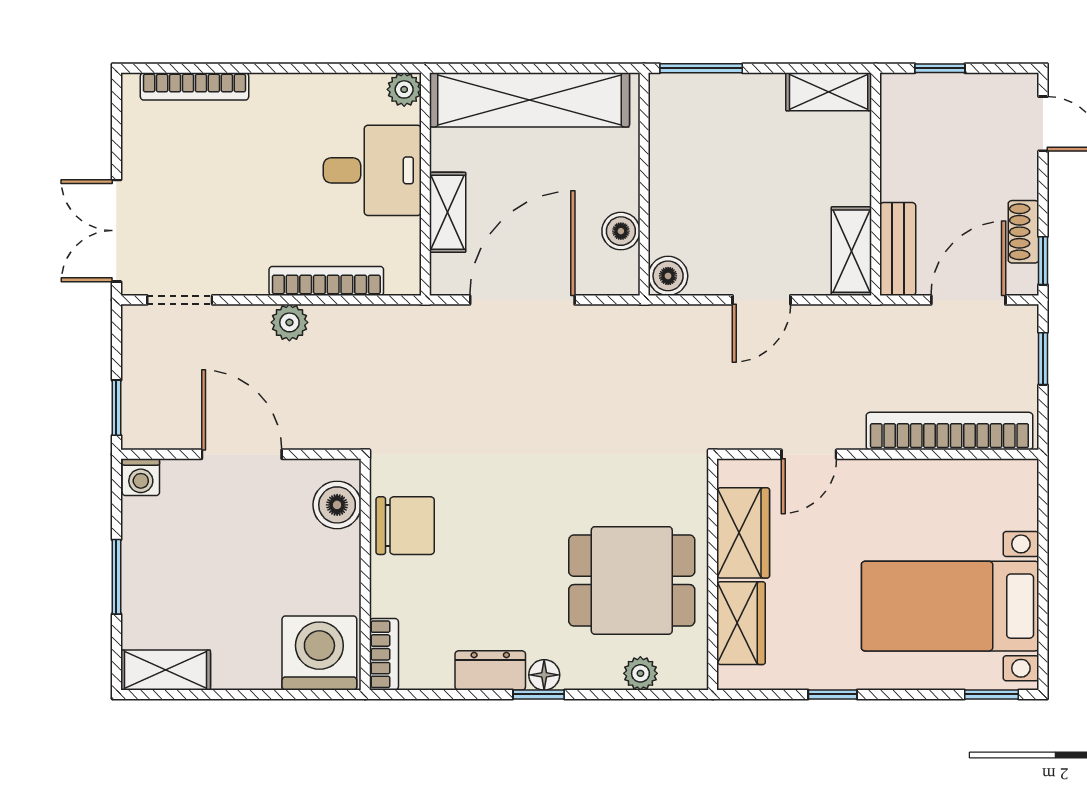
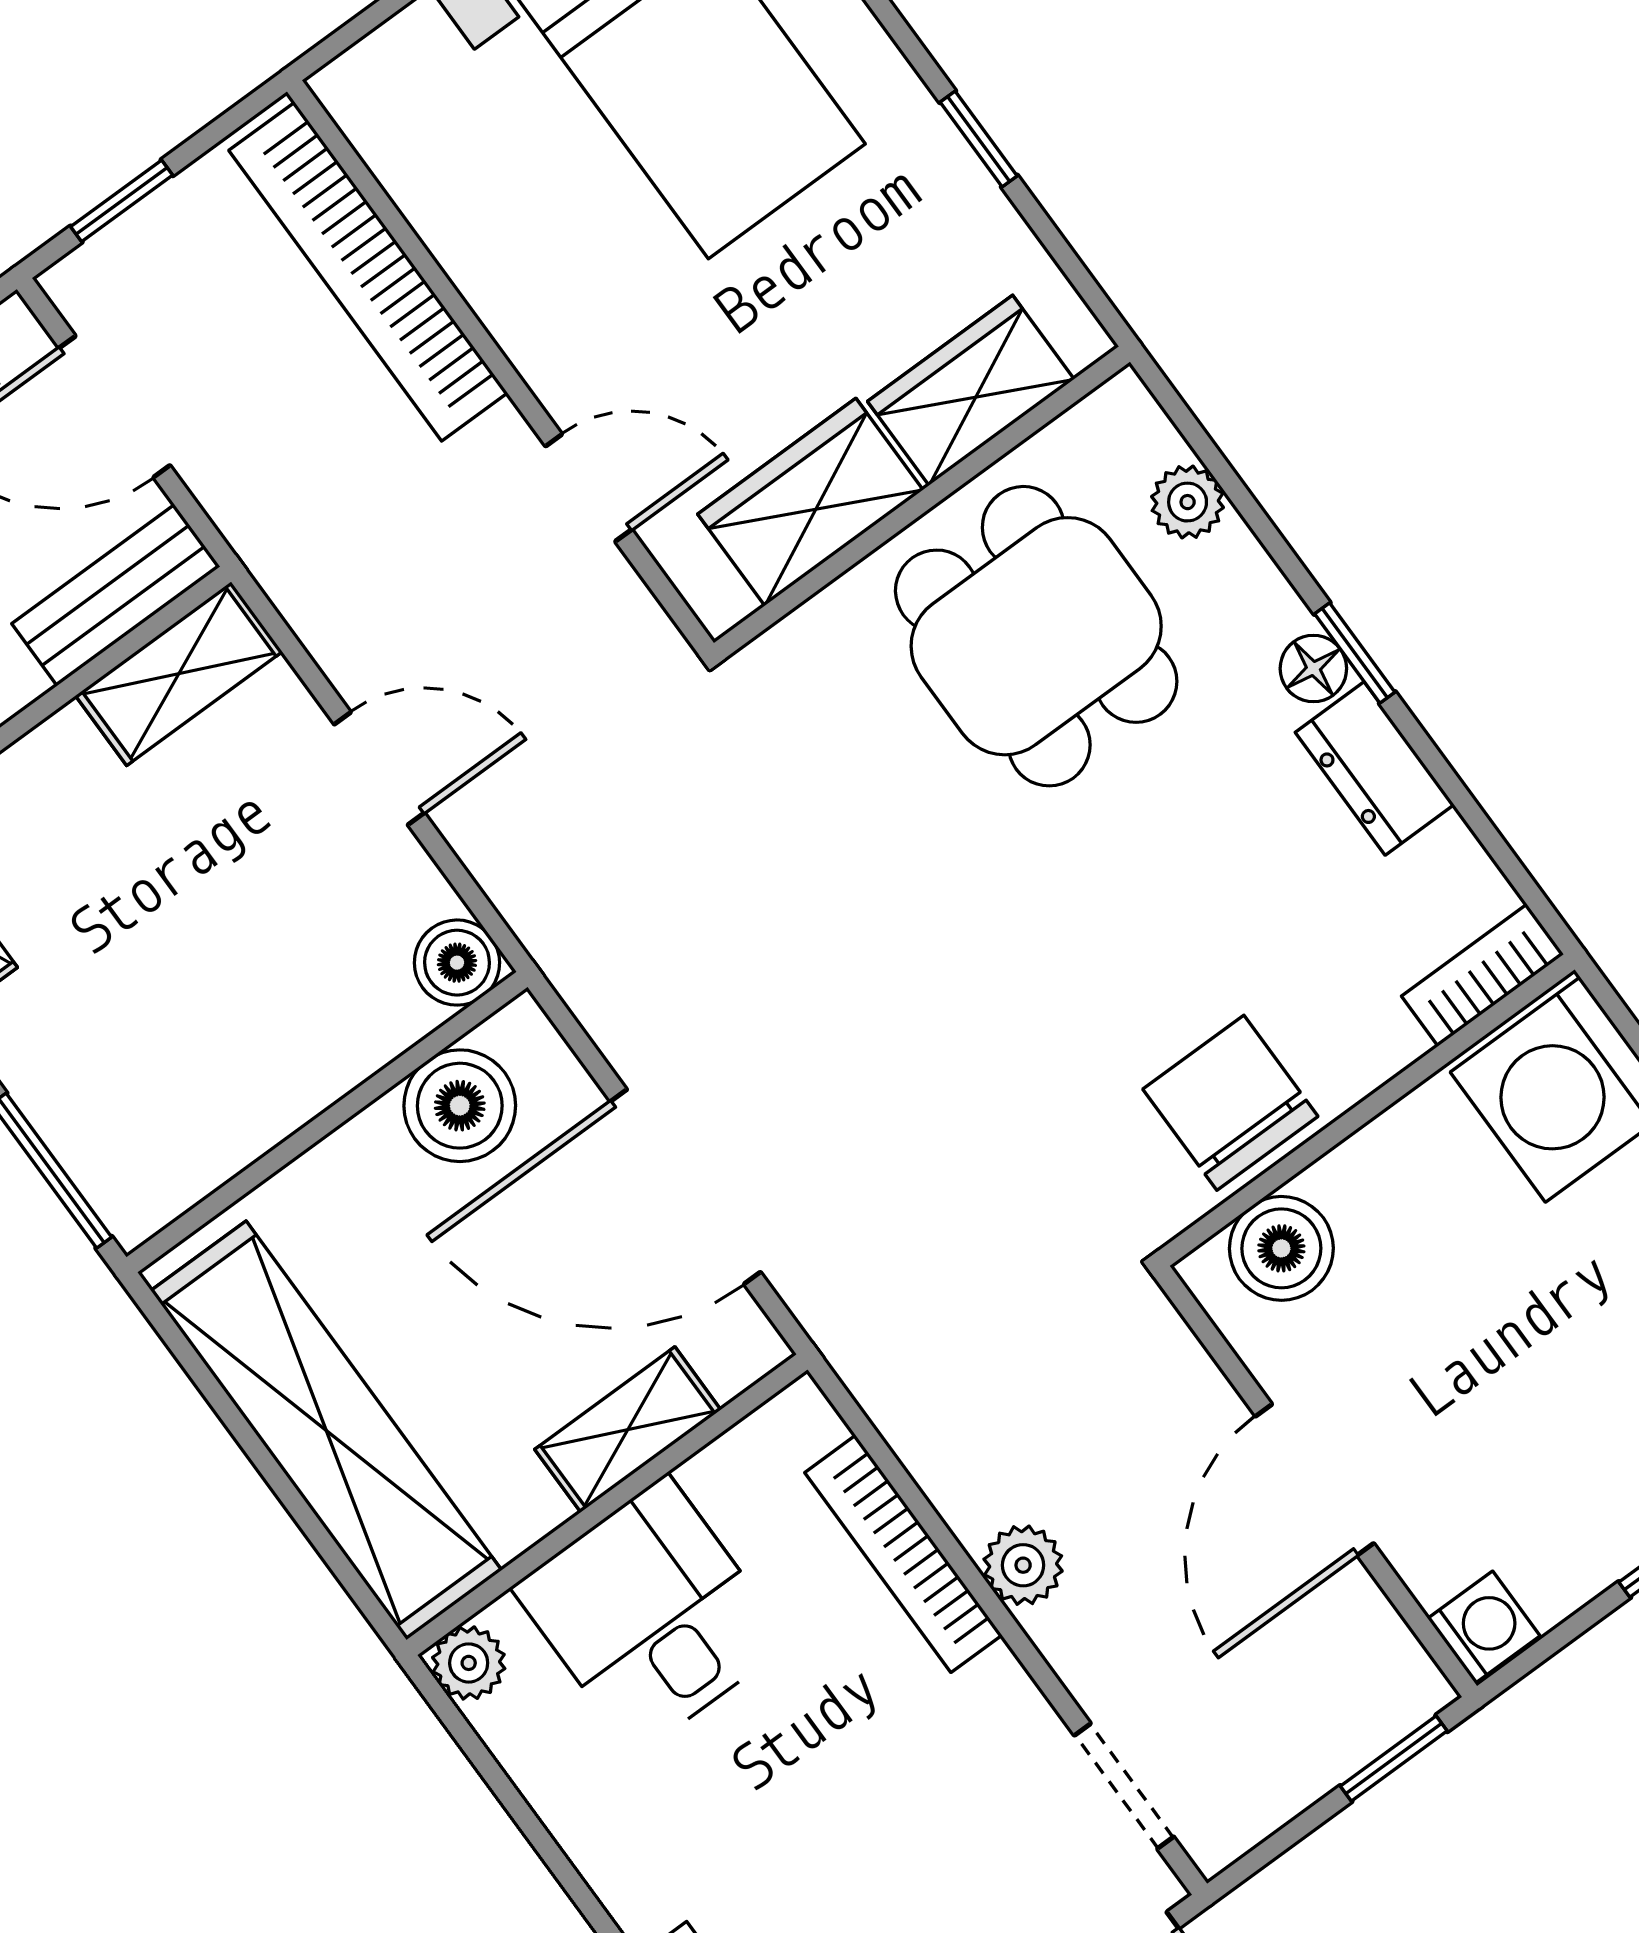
boiler: (621, 231) -> (460, 1106), width x1.36, depth x1.36

